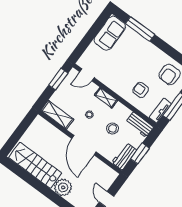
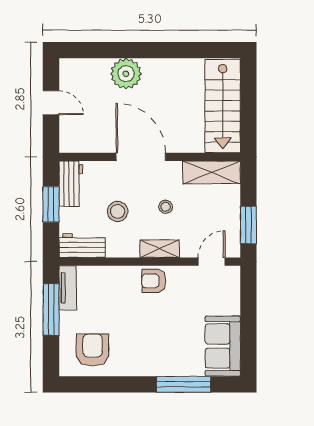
armchair: (141, 90) -> (154, 281), moved, turned 180
stairs: (35, 165) -> (223, 106), moved, turned 90

